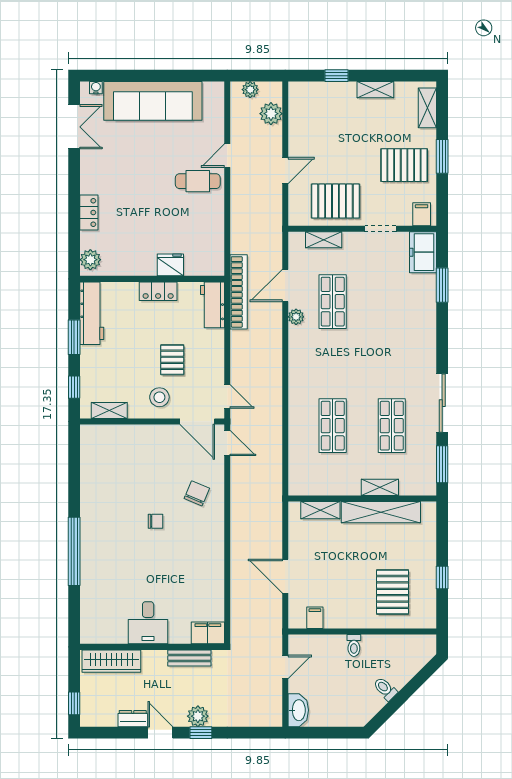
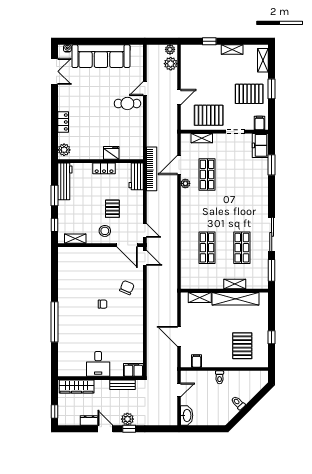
plant: (250, 90) -> (170, 49), moved

